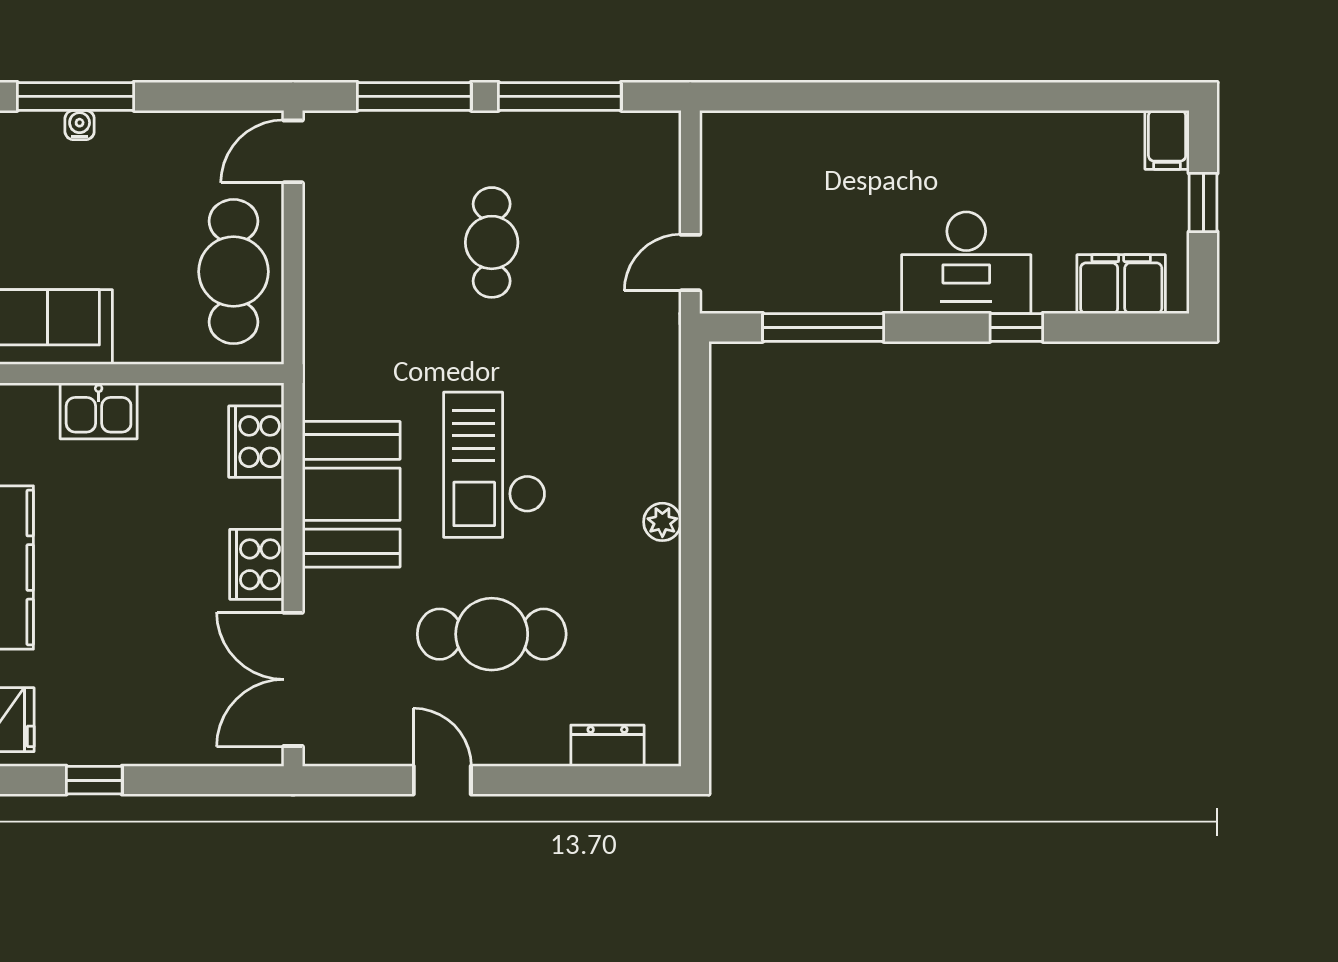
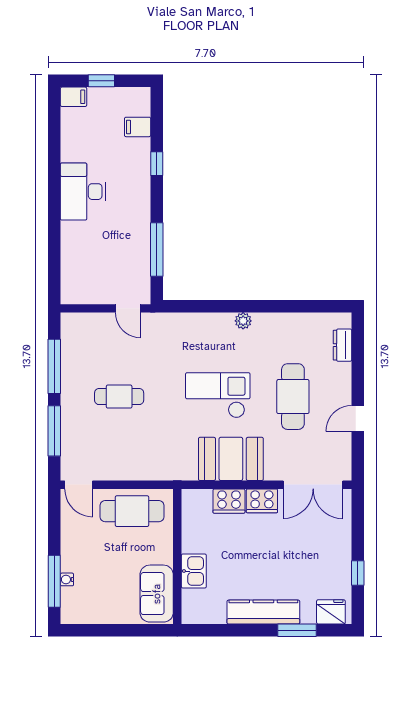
desk: (966, 263) -> (83, 192), moved, turned 180
filing cabinet: (1121, 284) -> (138, 127), width x0.50
cooker: (256, 442) -> (229, 501), moved
checkout: (495, 465) -> (218, 395), turned 180

